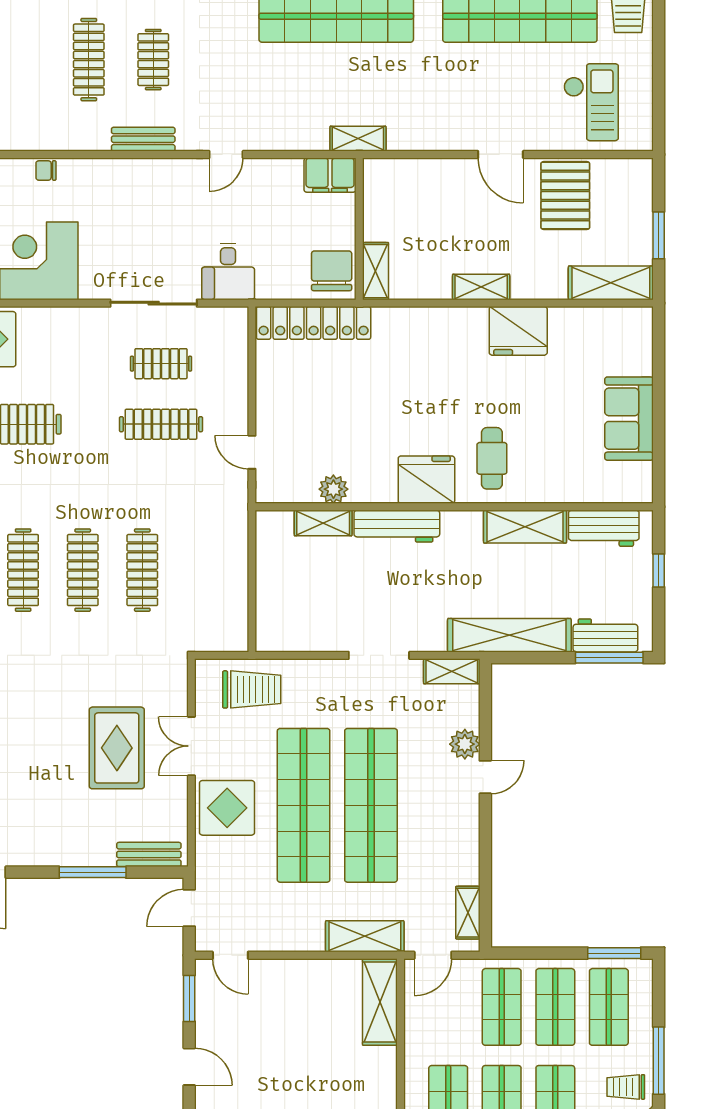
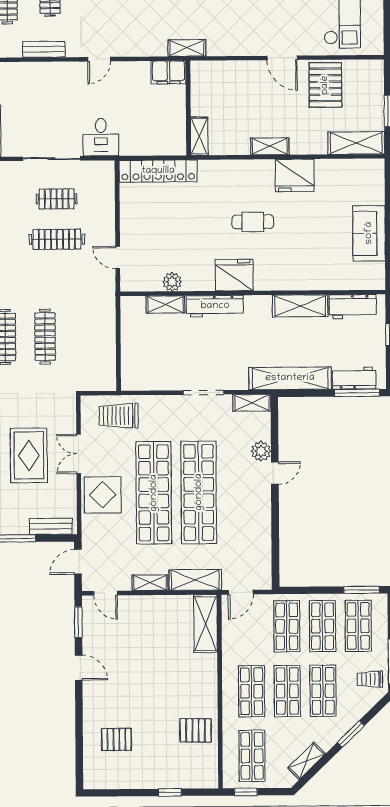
chair: (332, 271) -> (170, 136), removed
cafe table: (492, 458) -> (253, 222), moved, turned 90
trolley: (252, 689) -> (119, 416), turned 180
shelving: (468, 913) -> (150, 583), moved, turned 90

